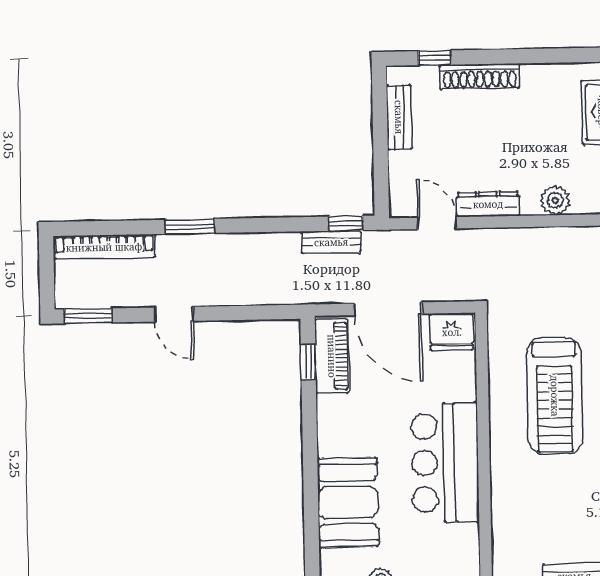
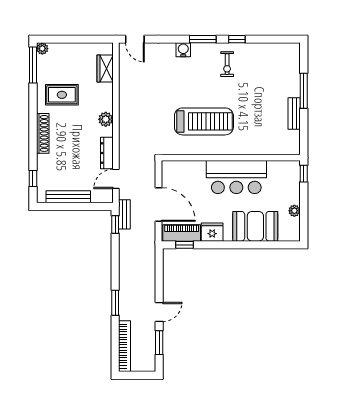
shoe rack: (480, 76) -> (43, 133), moved
bench: (399, 117) -> (68, 197), width x1.36
bench: (331, 242) -> (124, 214), moved
door: (388, 309) -> (158, 204), hinge flipped
window: (88, 316) -> (159, 343), moved
fridge: (452, 332) -> (212, 232), moved, turned -90

